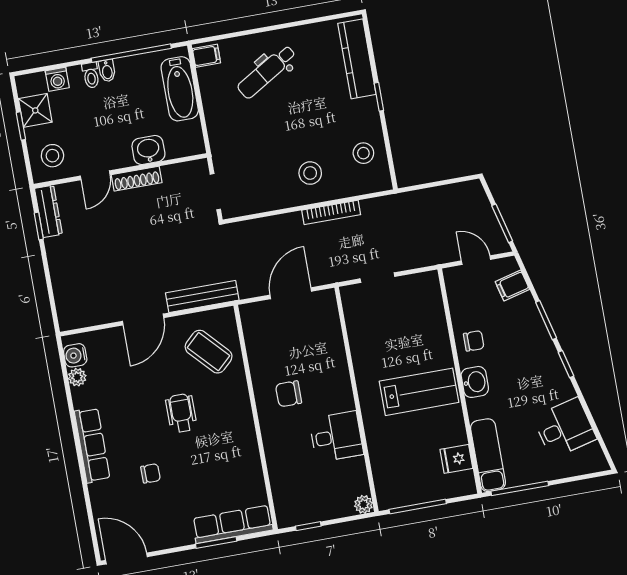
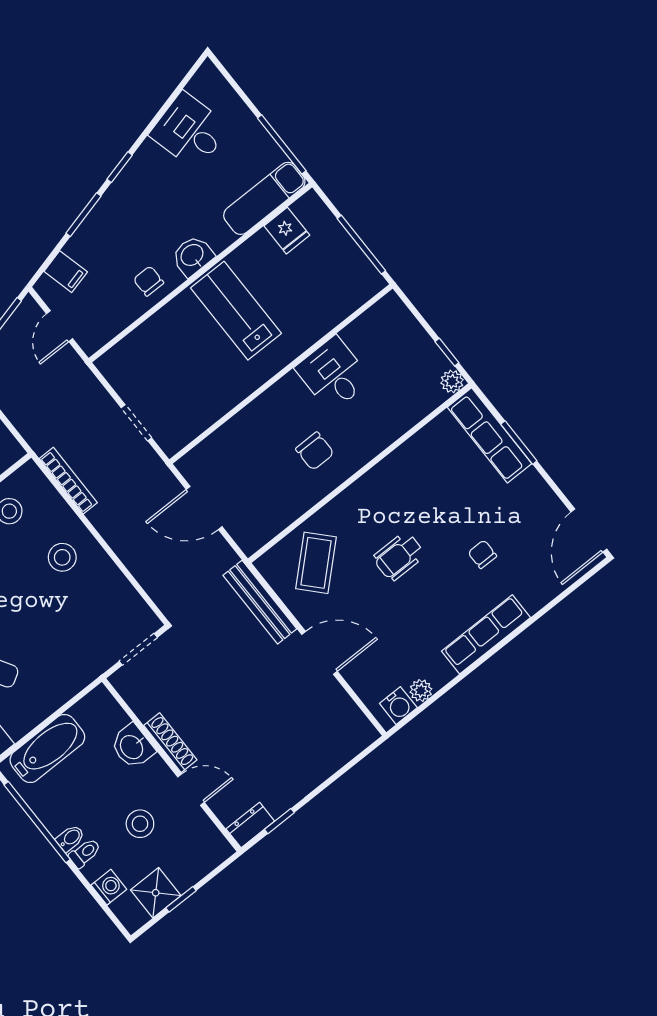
stool: (52, 156) -> (140, 824), moved
dresser: (48, 211) -> (250, 825), width x0.70
bookcase: (331, 212) -> (68, 481), moved
plant: (363, 504) -> (452, 381), moved

